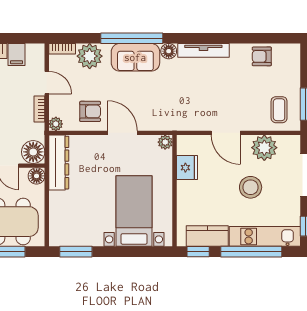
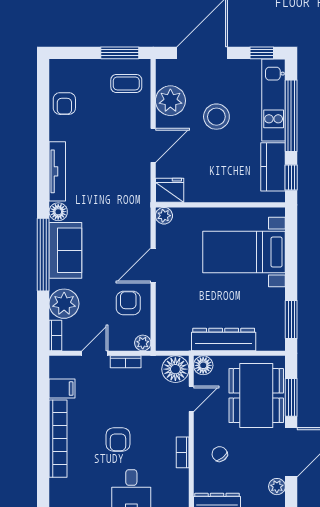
dresser: (59, 163) -> (224, 339), moved
fridge: (187, 168) -> (170, 190), moved

